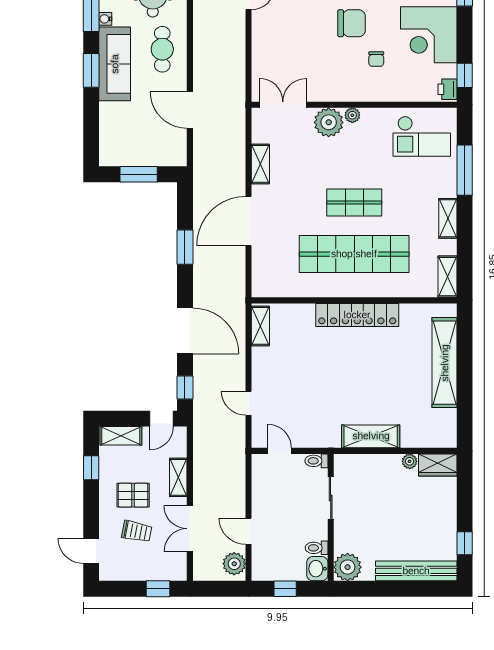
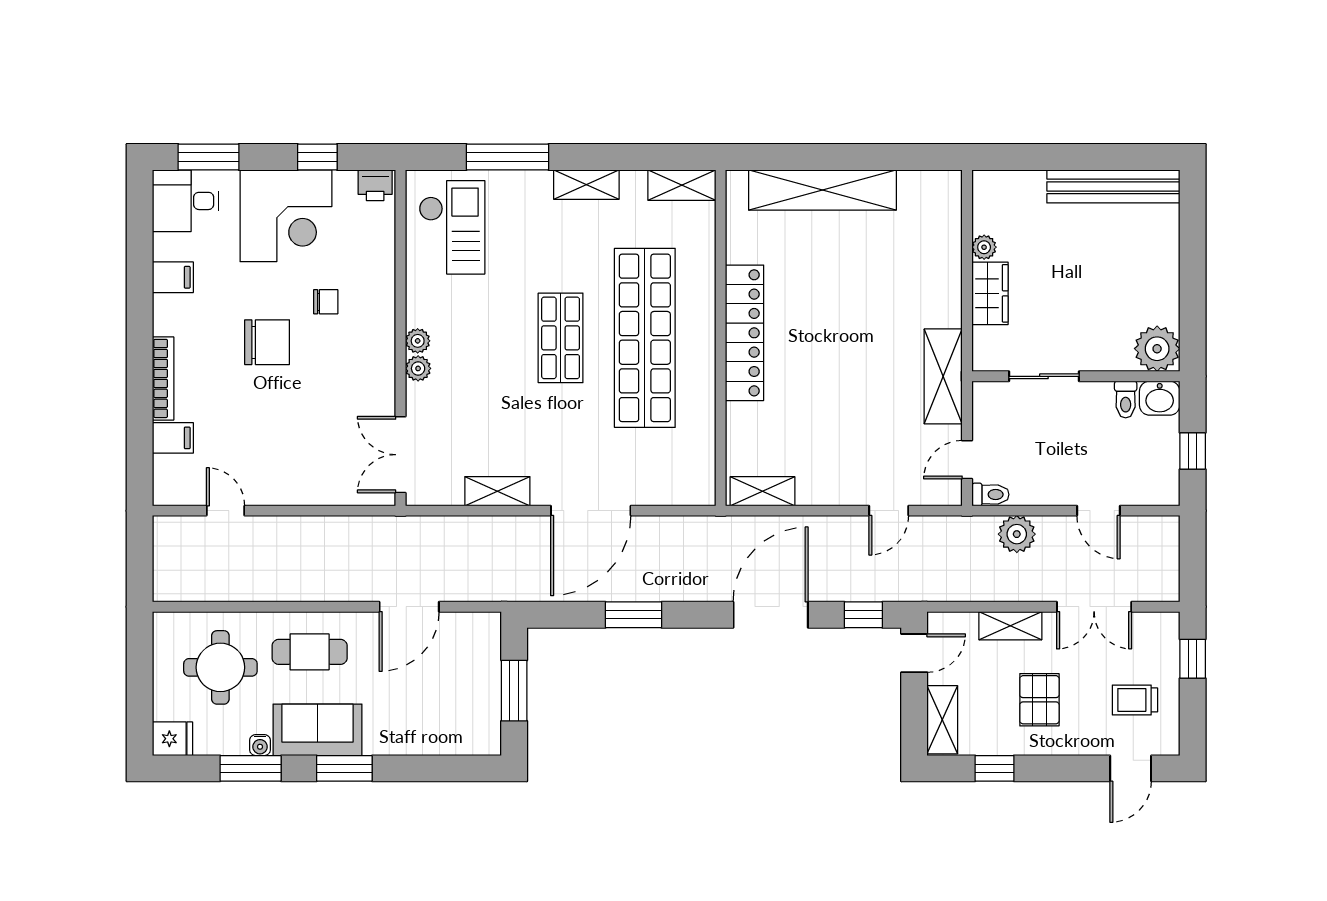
chair: (352, 23) -> (267, 342), turned 90
sofa: (115, 64) -> (318, 730), width x0.73
window: (465, 75) -> (317, 157), moved
plant: (329, 122) -> (418, 368), width x0.53, depth x0.53
door: (249, 221) -> (591, 511), hinge flipped
door: (161, 419) -> (914, 653), hinge flipped
shelving: (371, 436) -> (943, 376), moved
toilet: (316, 461) -> (990, 494), moved, turned -90
wardrobe: (438, 465) -> (990, 293), moved
trolley: (137, 531) -> (1135, 700), moved, turned -101
door: (249, 531) -> (1098, 511), hinge flipped
window: (465, 543) -> (1118, 157), removed
plant: (234, 564) -> (1017, 534), moved
bench: (416, 571) -> (1113, 186), moved, turned 90

